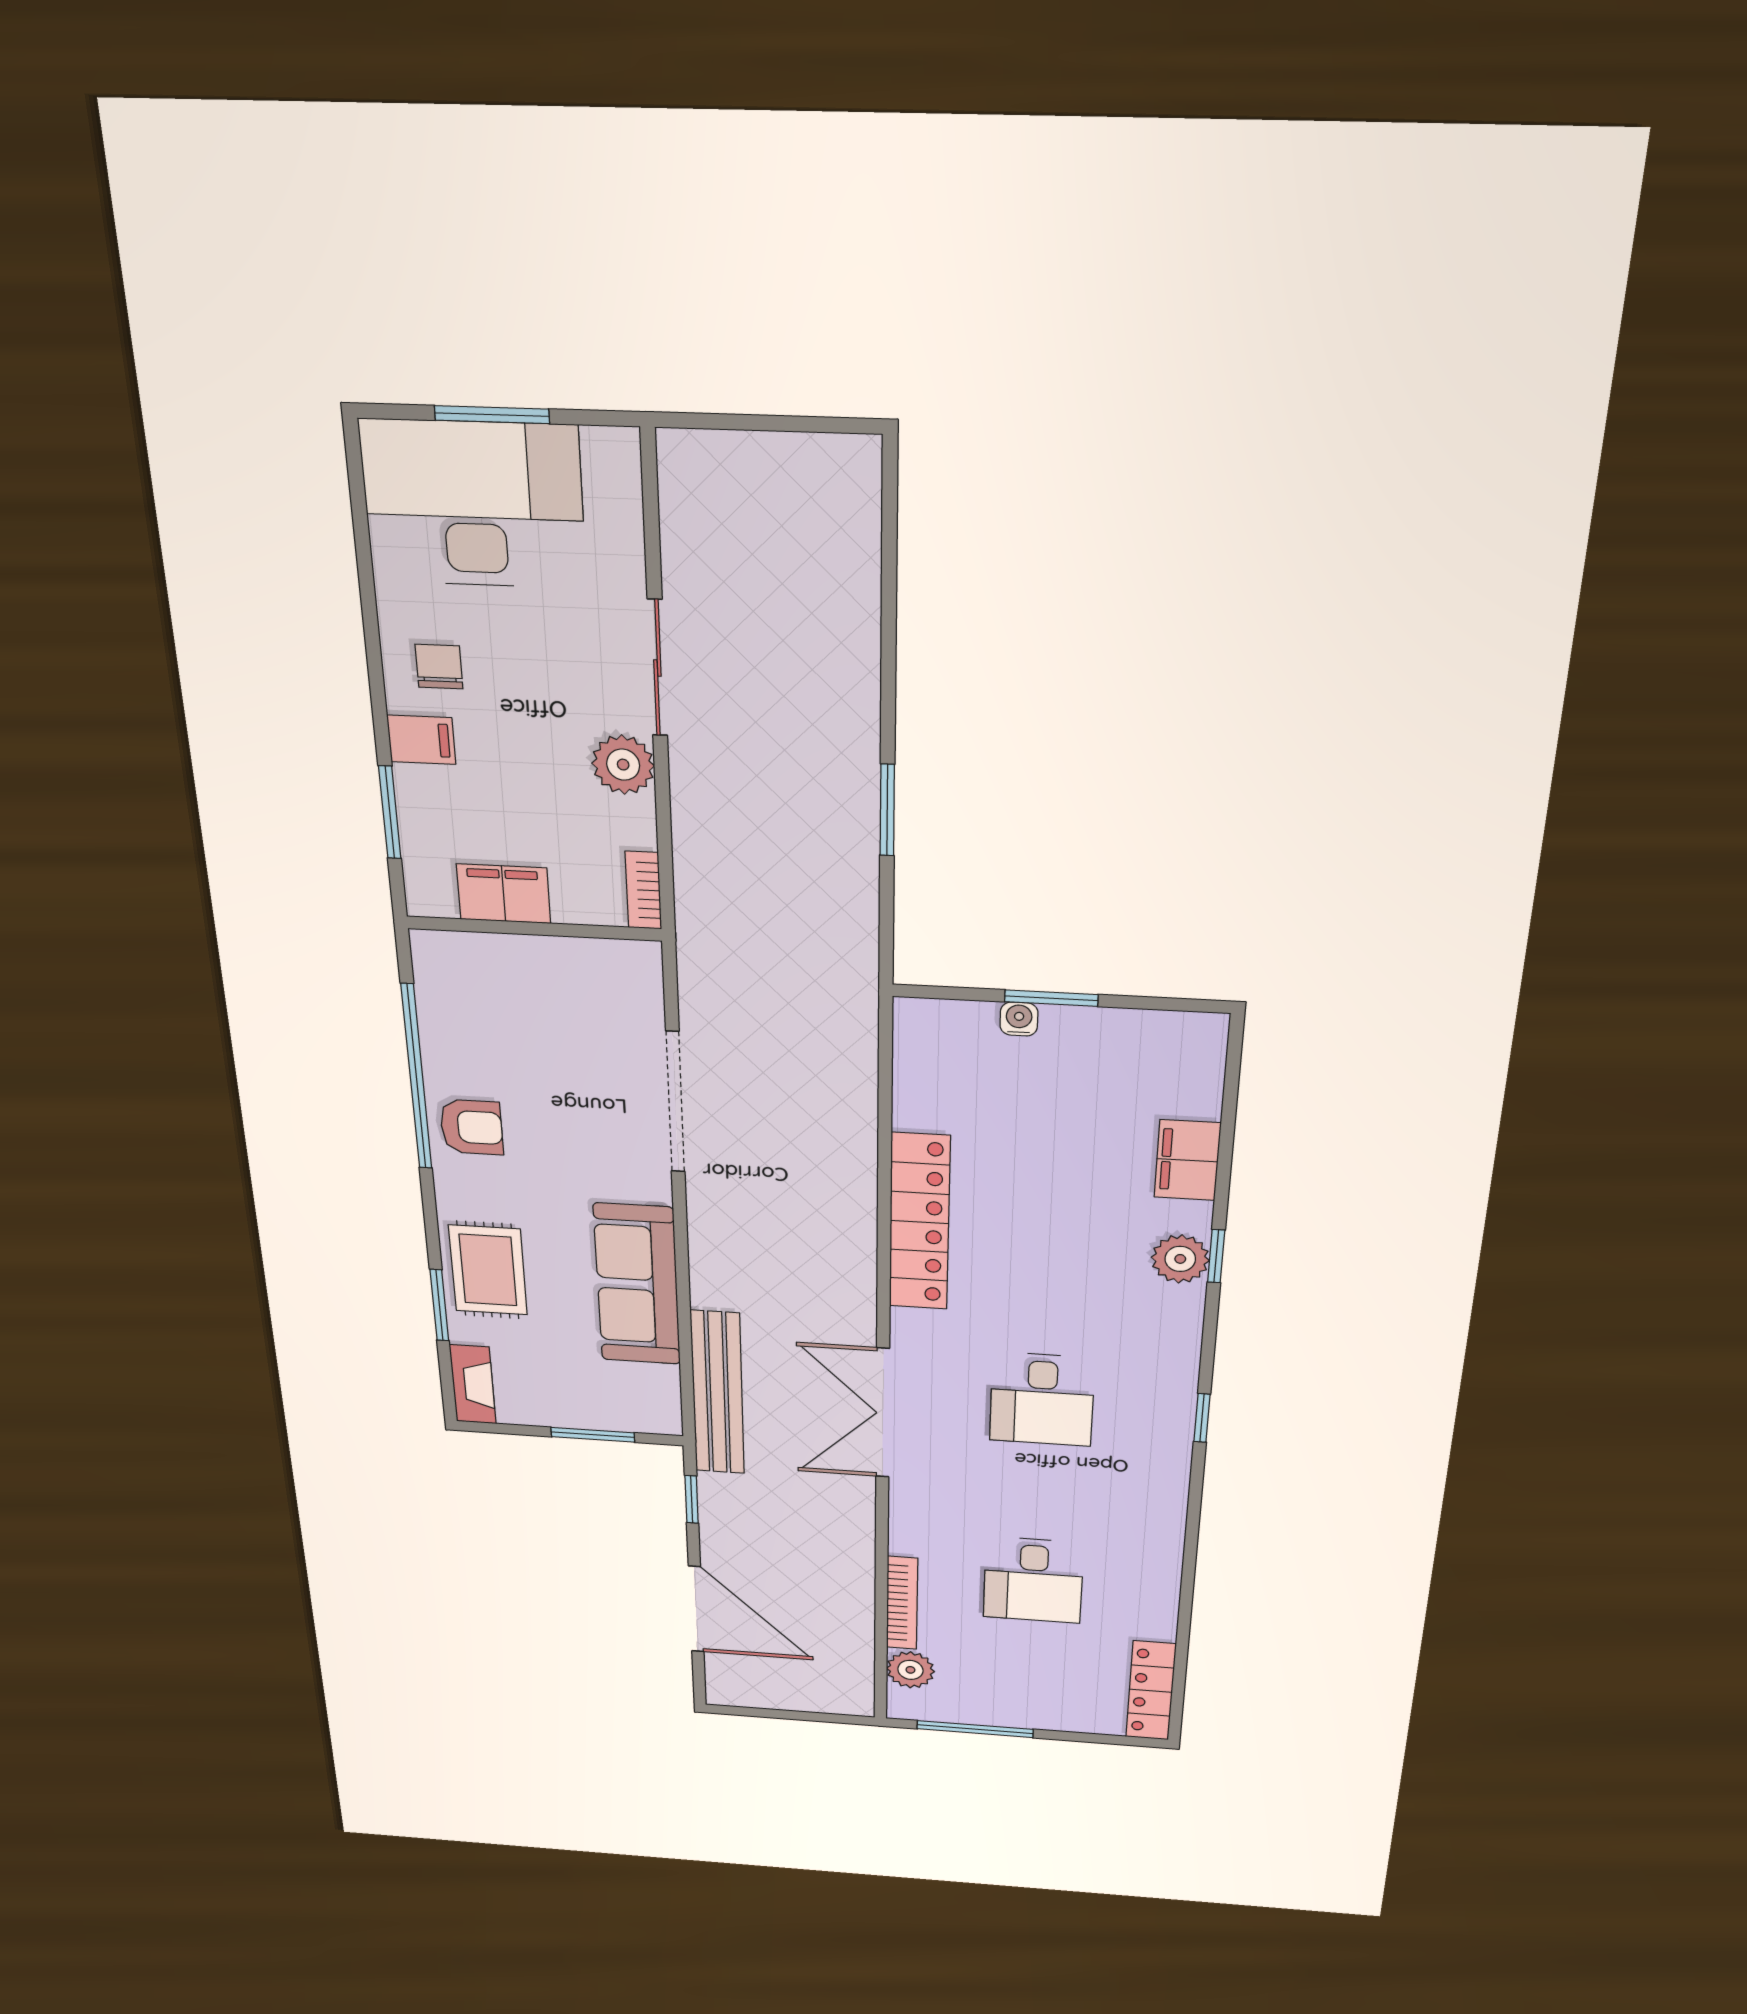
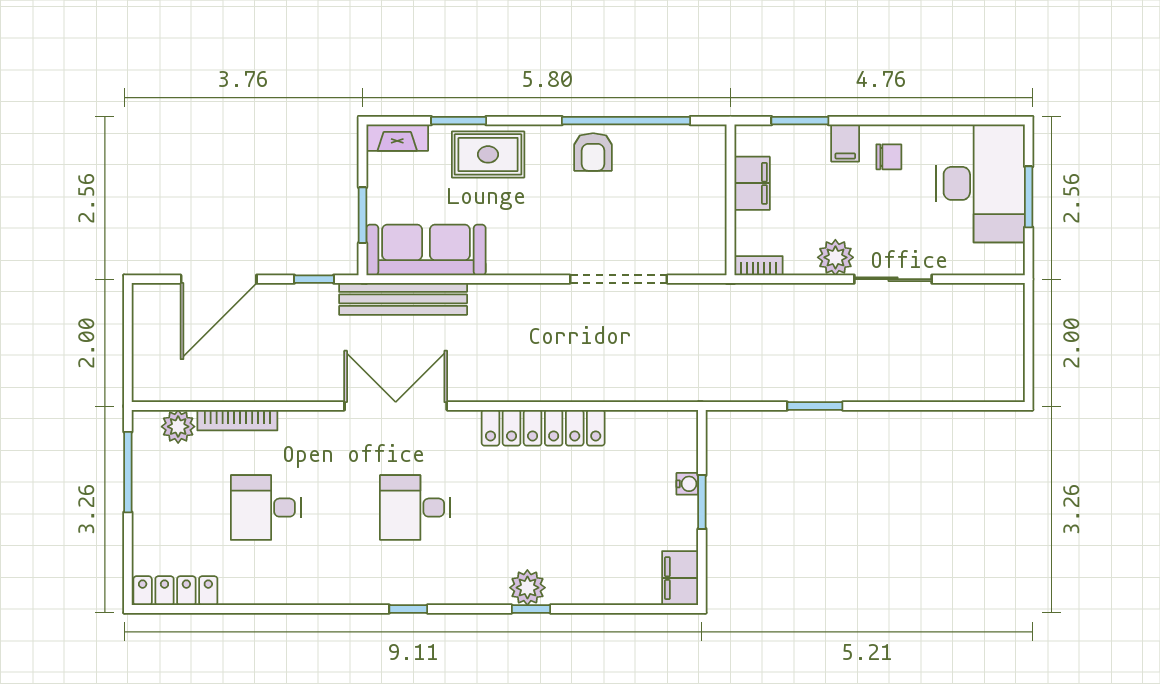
filing cabinet: (1187, 1160) -> (680, 578), moved, turned -90
sofa: (637, 1285) -> (426, 250), moved

